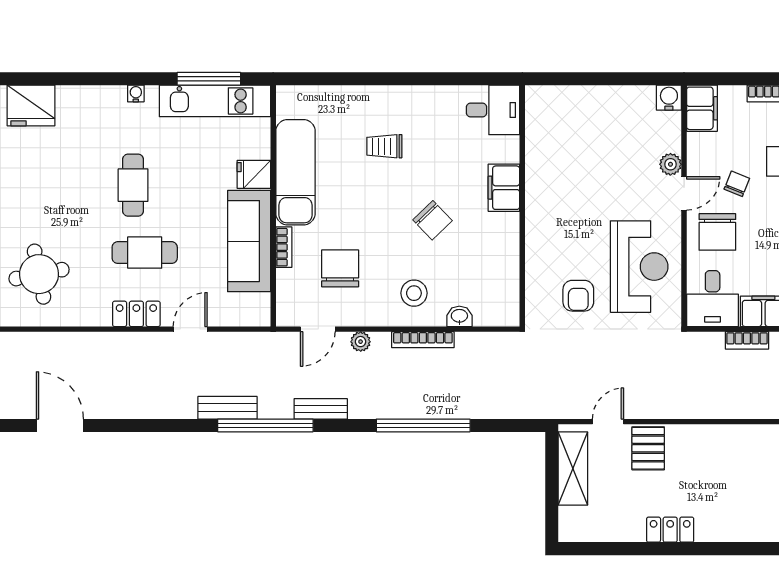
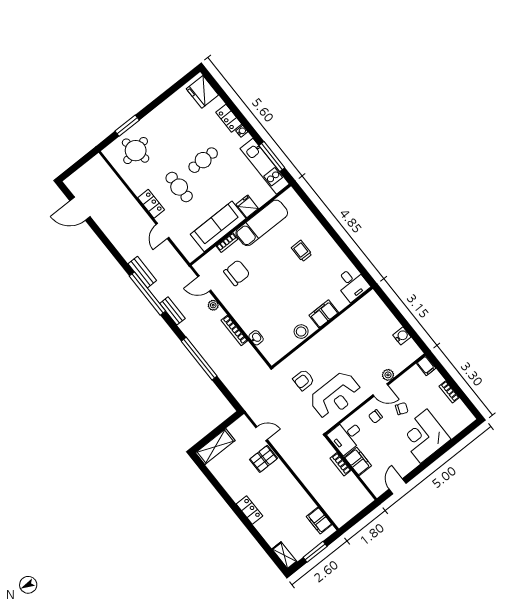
locker: (101, 98) -> (229, 118), added
water cooler: (669, 98) -> (402, 336), moved
filing cabinet: (702, 108) -> (426, 366), width x0.50
chair: (433, 220) -> (287, 295), removed
chair: (717, 232) -> (375, 416), width x0.54, depth x0.54
stool: (414, 293) -> (301, 332), moved
door: (190, 329) -> (162, 231), swing flipped
door: (60, 425) -> (80, 209), swing flipped
shelving: (573, 469) -> (215, 447), moved
locker: (670, 530) -> (249, 510), moved

